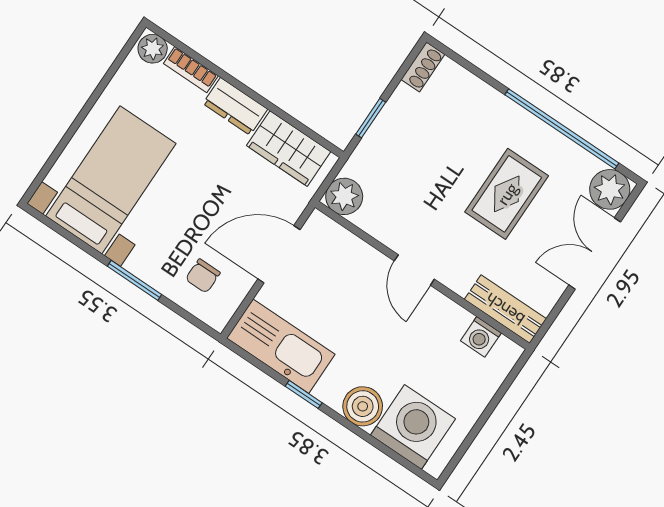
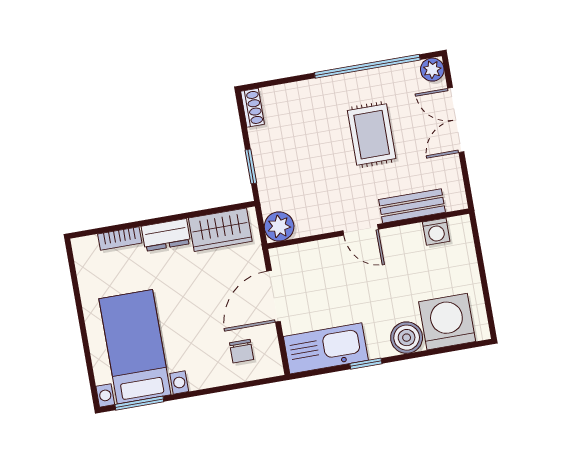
plant: (153, 49) -> (86, 248), removed
plant: (610, 189) -> (432, 70), width x0.73, depth x0.73
window: (134, 280) -> (139, 403), moved
bench: (505, 309) -> (412, 206), moved

